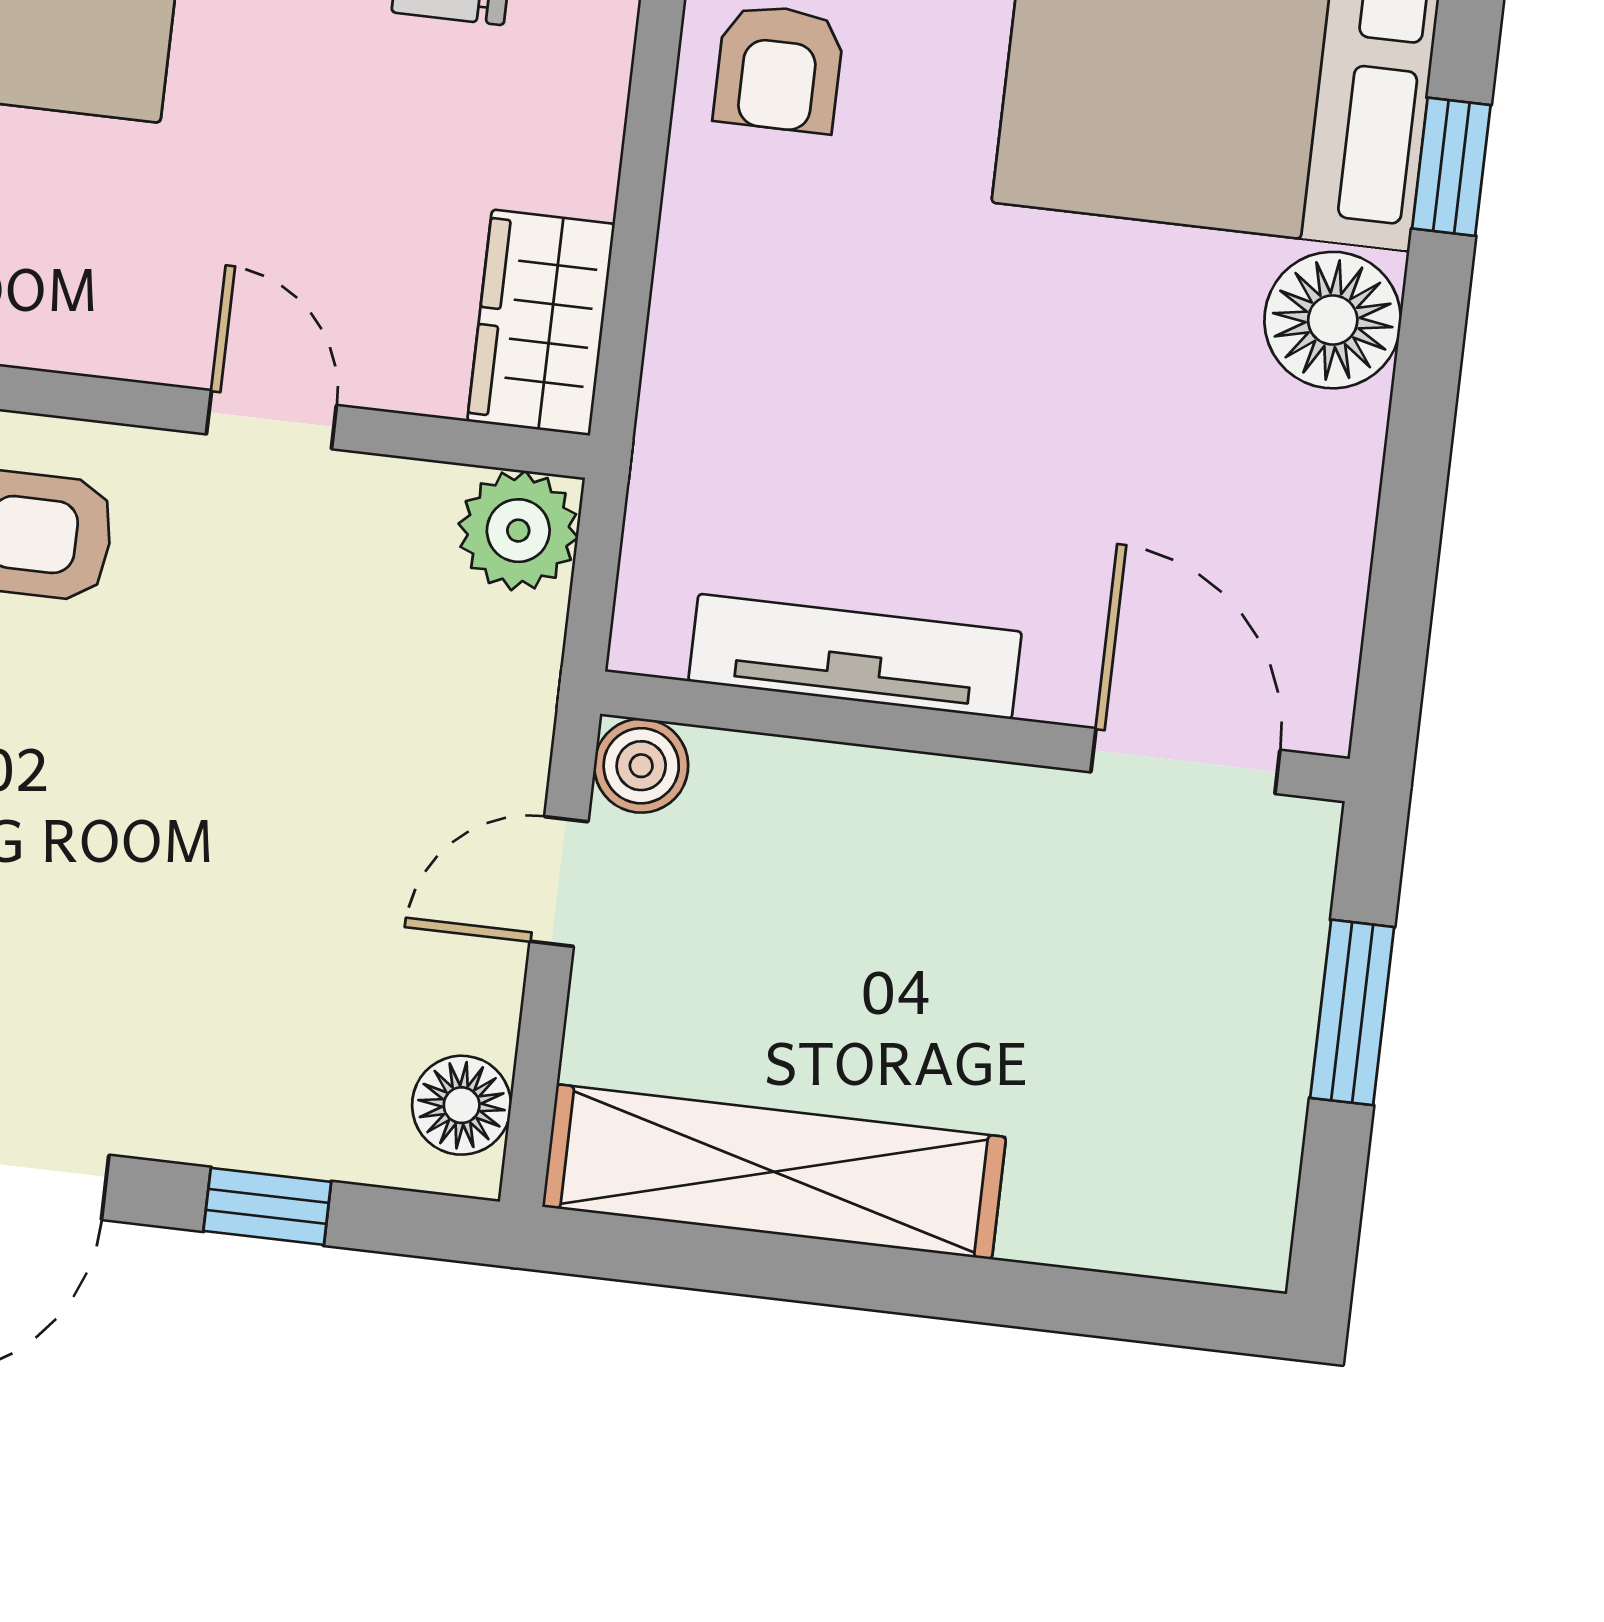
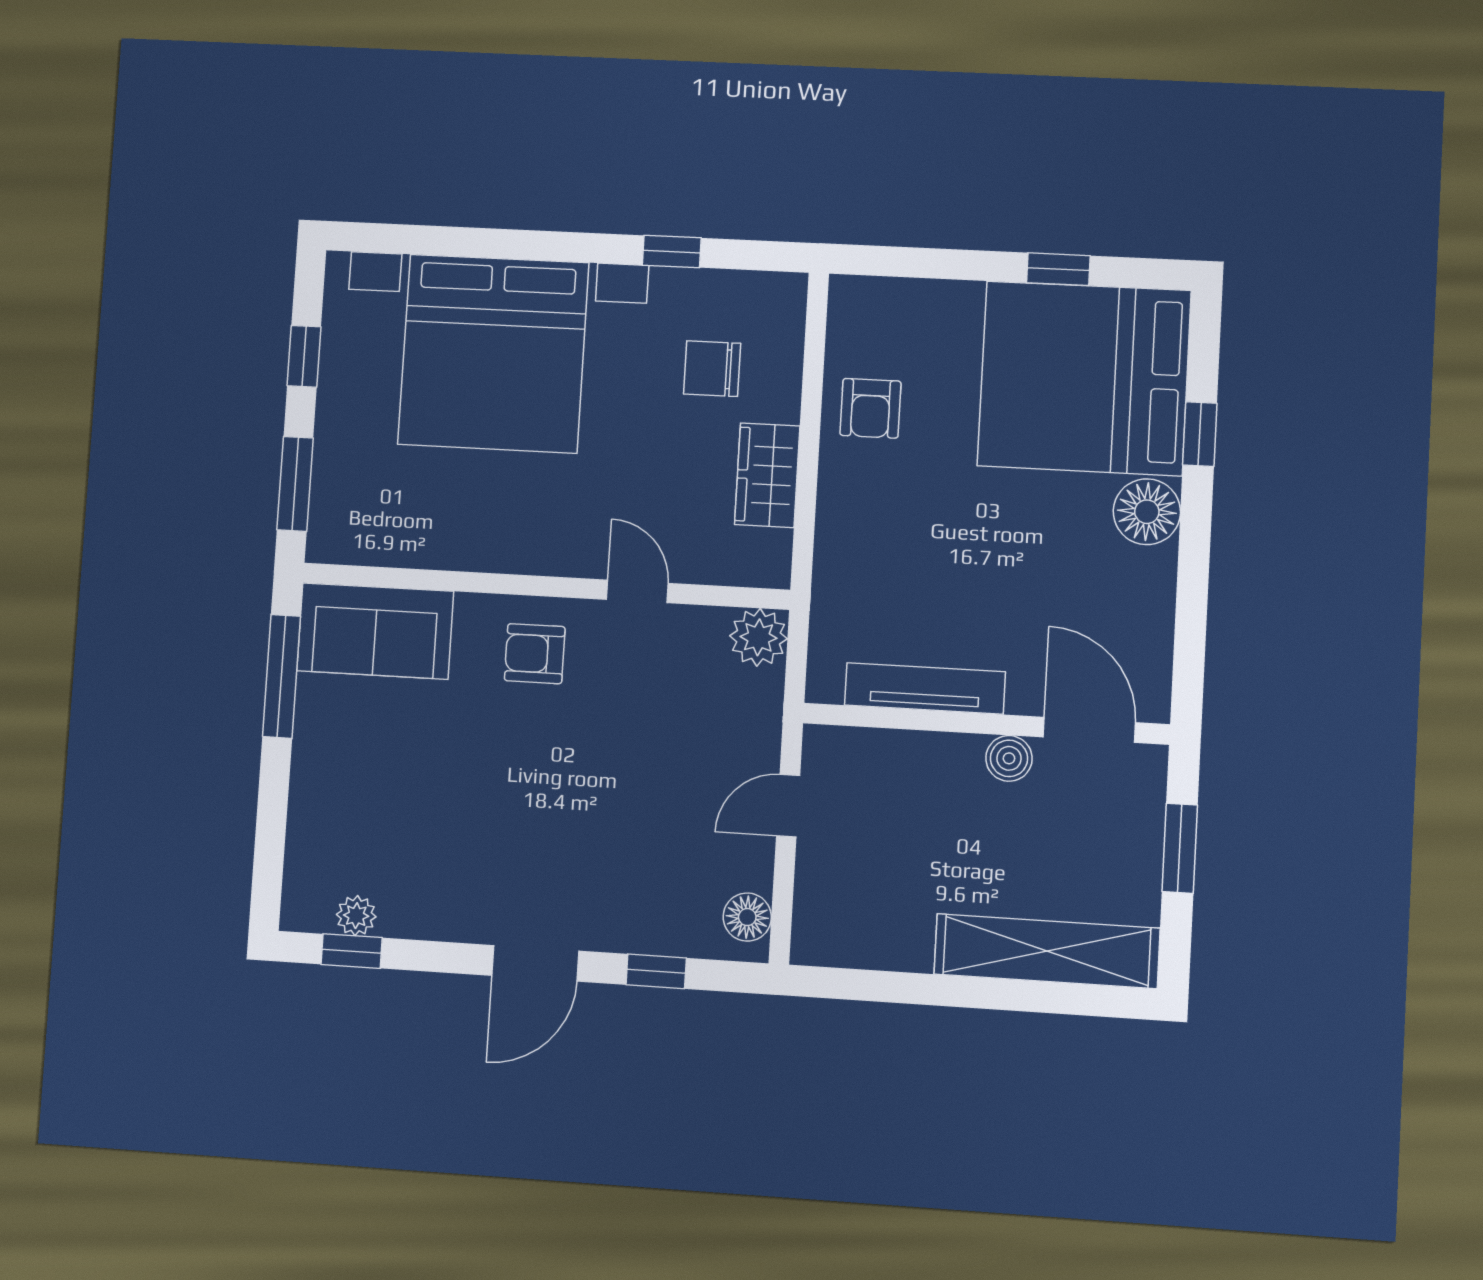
wardrobe: (541, 323) -> (767, 475), moved
boiler: (641, 766) -> (1009, 758), moved
shelving: (774, 1172) -> (1047, 951), moved

